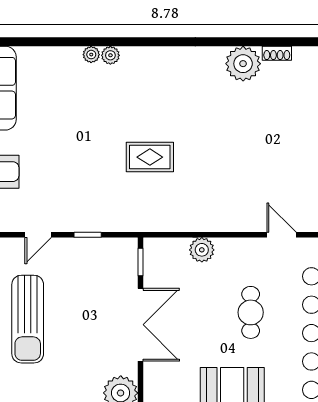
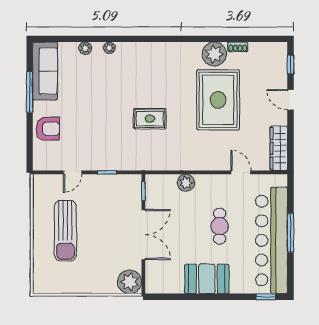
plant: (110, 55) -> (85, 48), moved
rug: (248, 130) -> (218, 100), added

